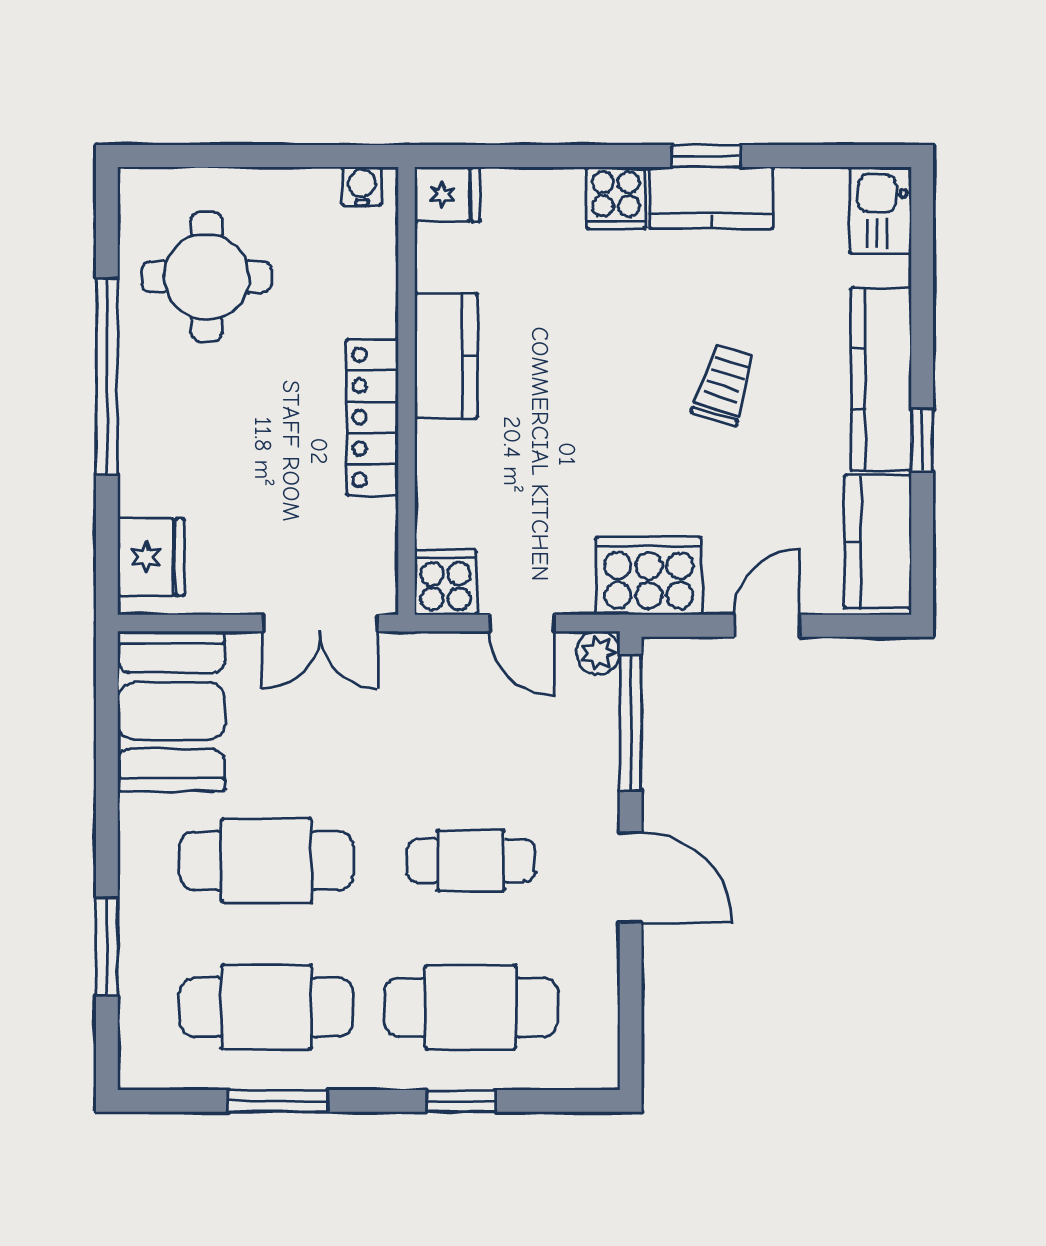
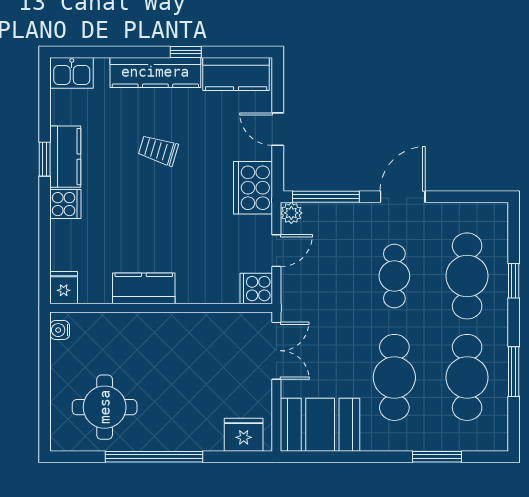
locker: (372, 417) -> (174, 325), removed

